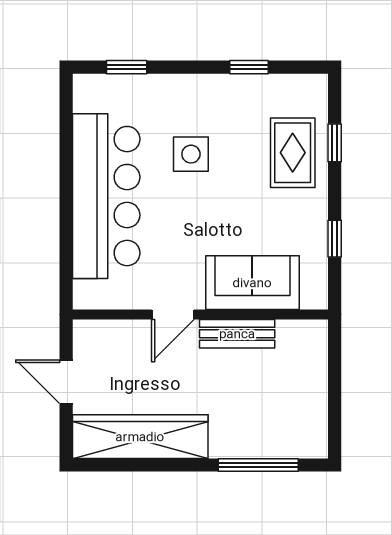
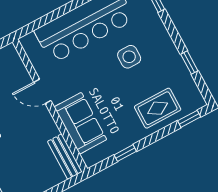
window: (335, 143) -> (189, 119), moved
bench: (237, 334) -> (65, 157), moved

